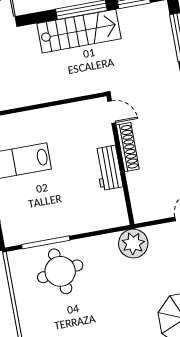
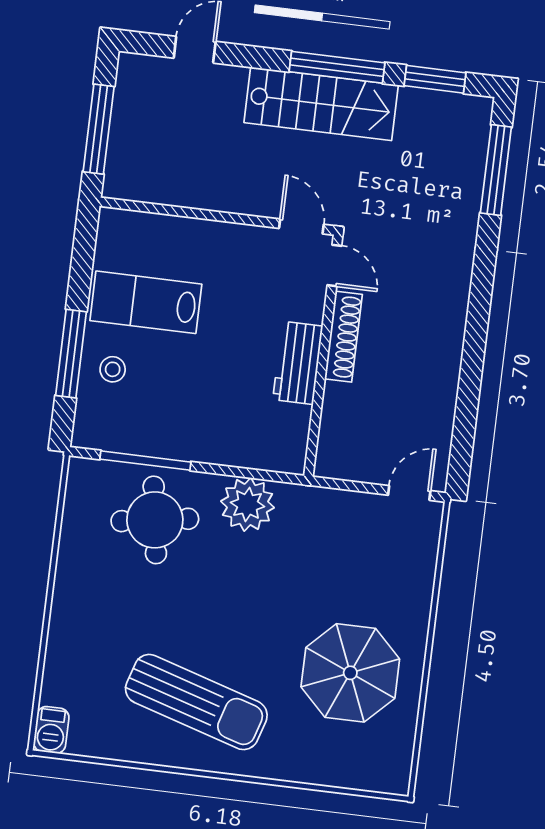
door: (88, 97) -> (301, 226), added
stool: (14, 201) -> (113, 369), added
plant: (133, 244) -> (247, 504), moved

